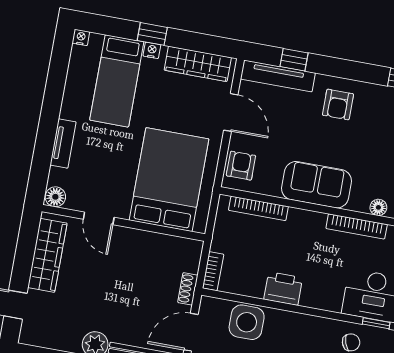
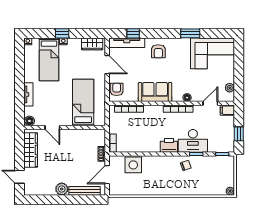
wardrobe: (198, 64) -> (92, 44), width x0.67
bed: (169, 180) -> (83, 103), width x0.67
printer: (283, 288) -> (169, 145), moved

